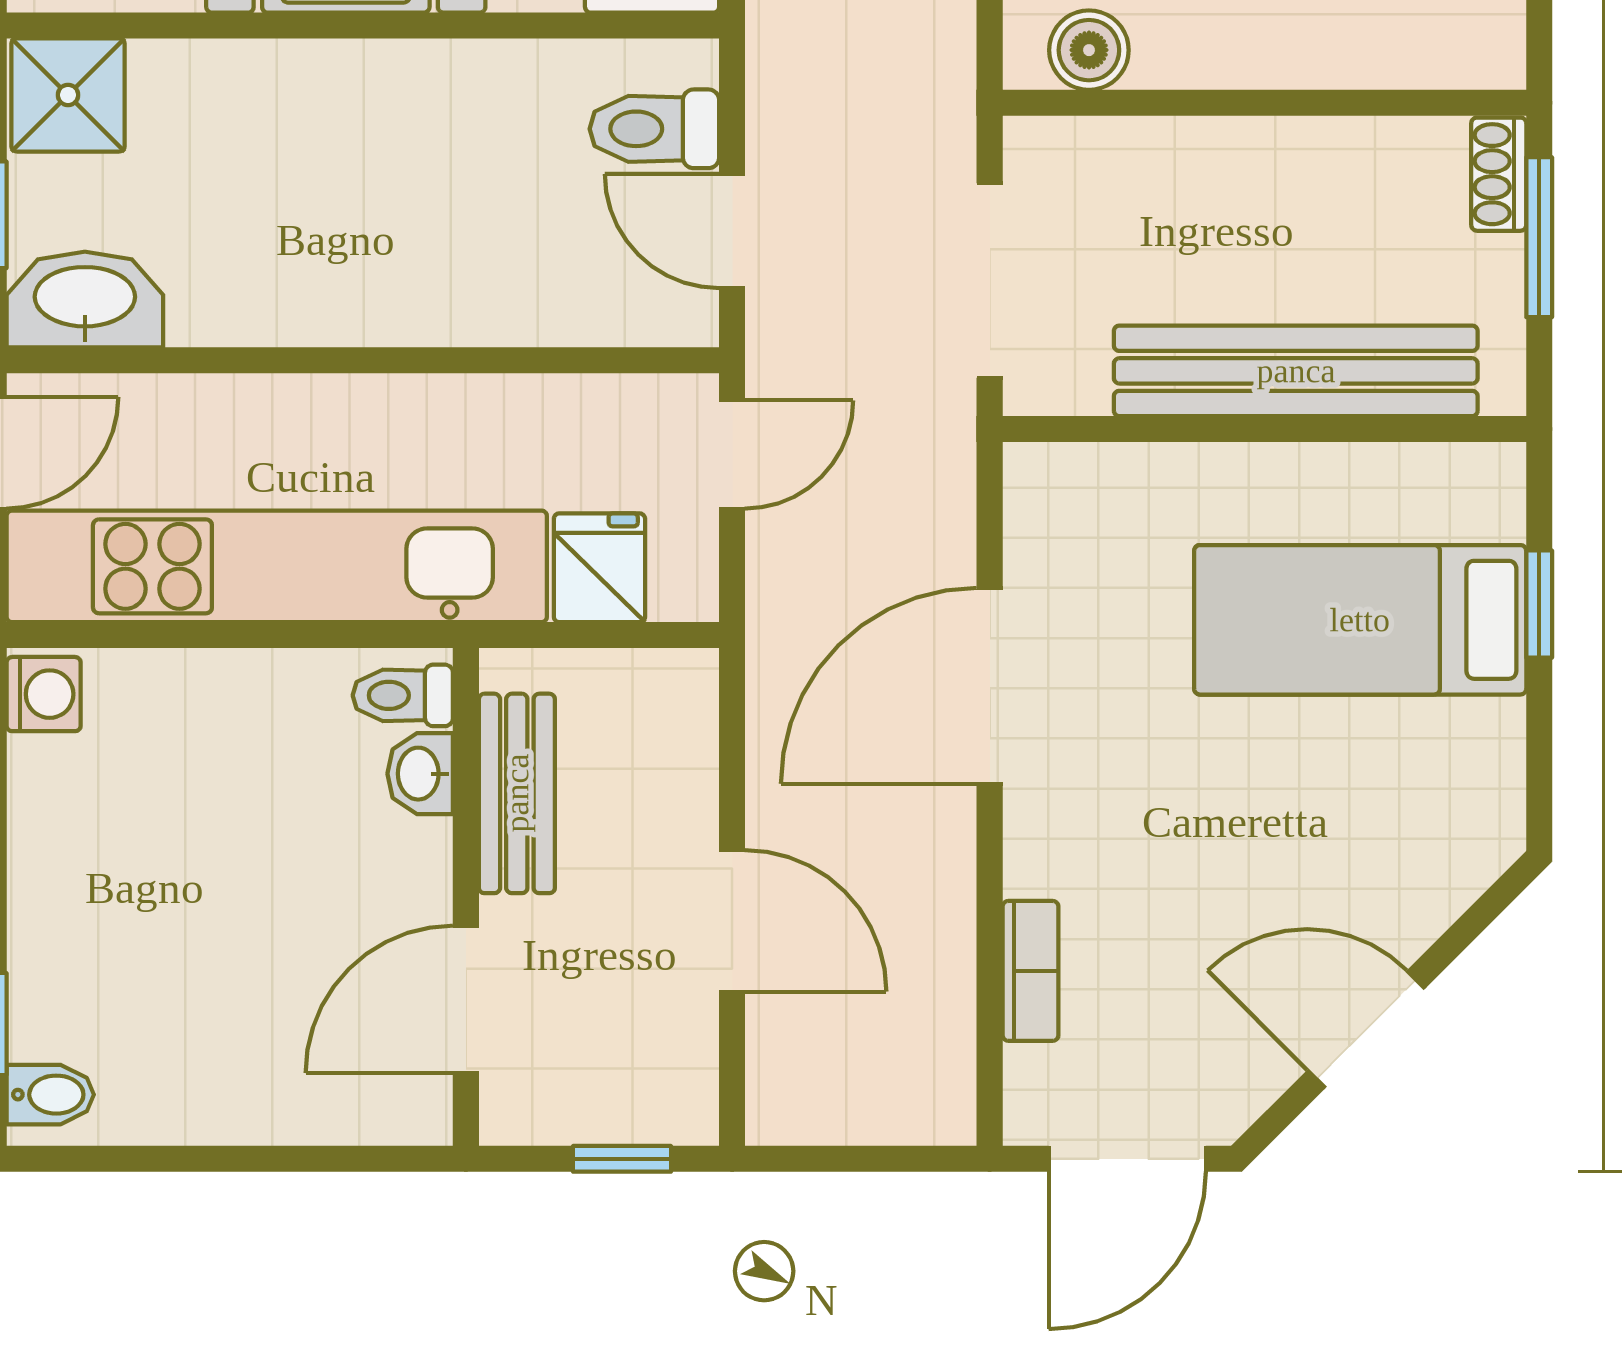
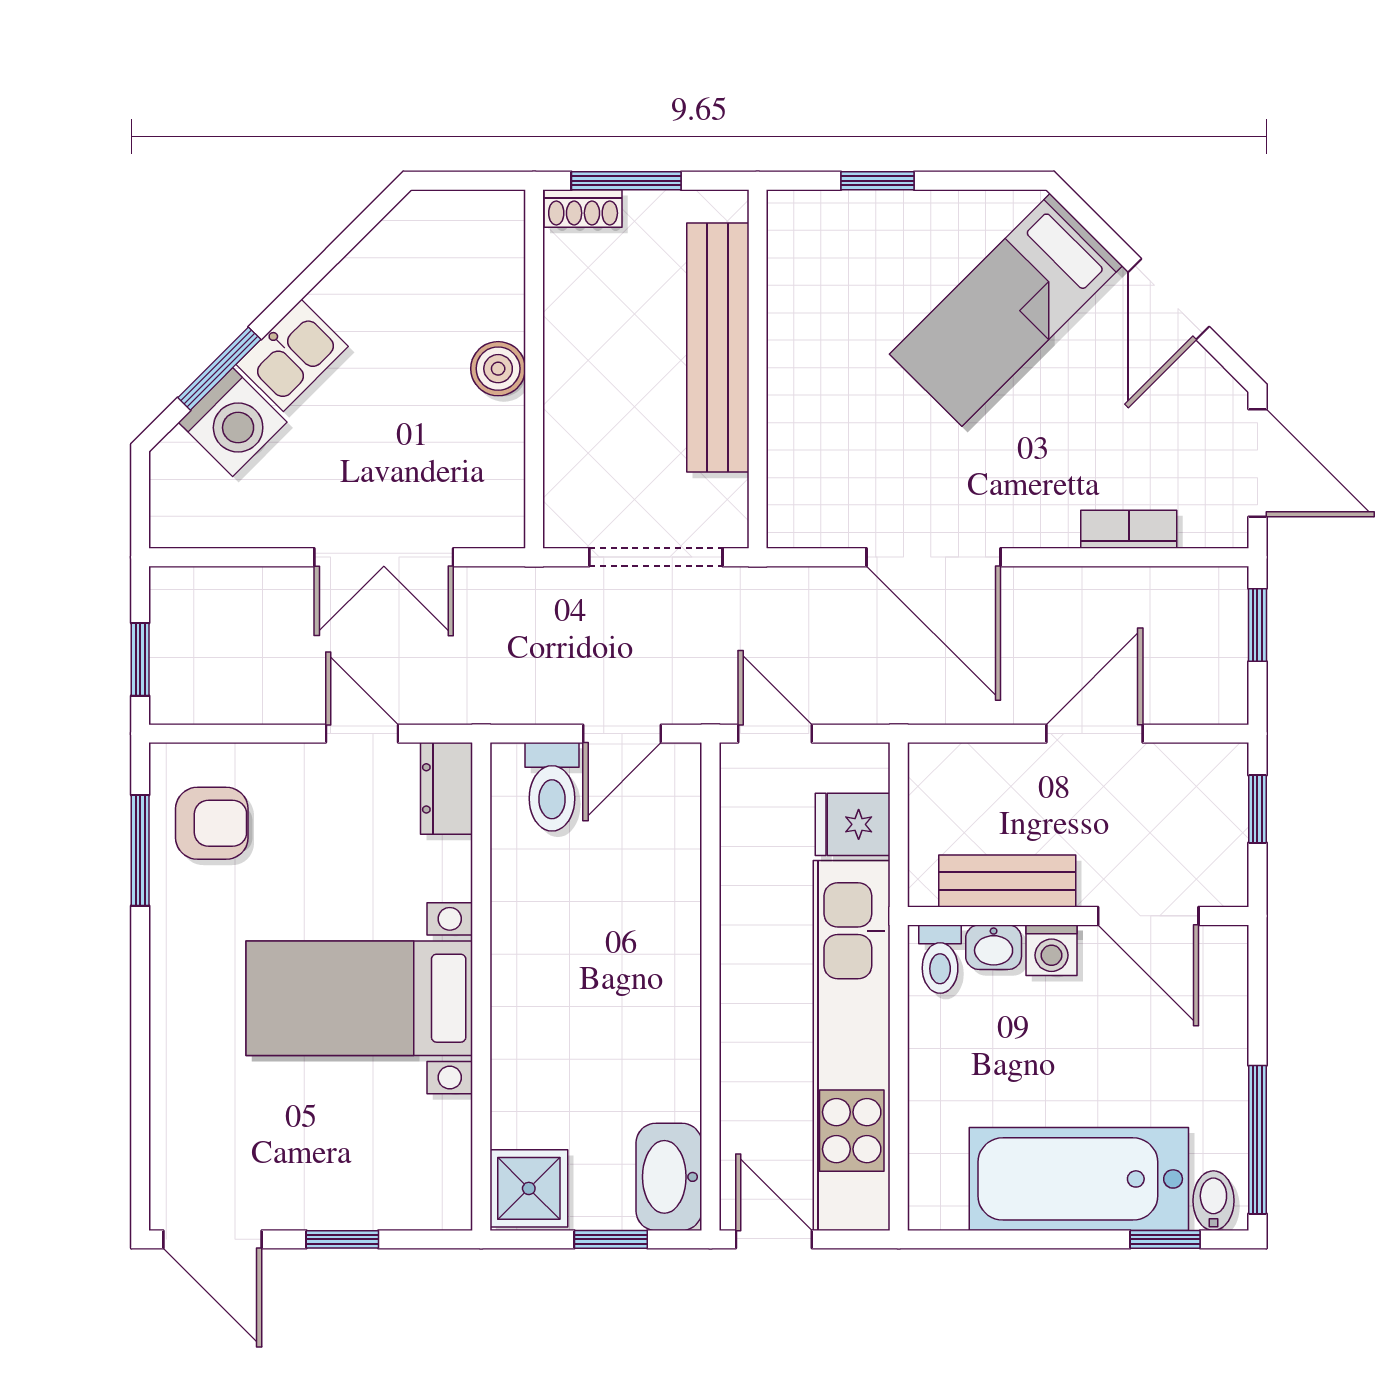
boiler: (1089, 50) -> (498, 369), moved
bed: (1360, 620) -> (1006, 310), moved, turned 45
washing machine: (44, 694) -> (1051, 950), moved, turned 180
bathtub: (82, 898) -> (1079, 1179), added
window: (139, 1159) -> (1257, 1140), added
window: (891, 1159) -> (1257, 625), added

